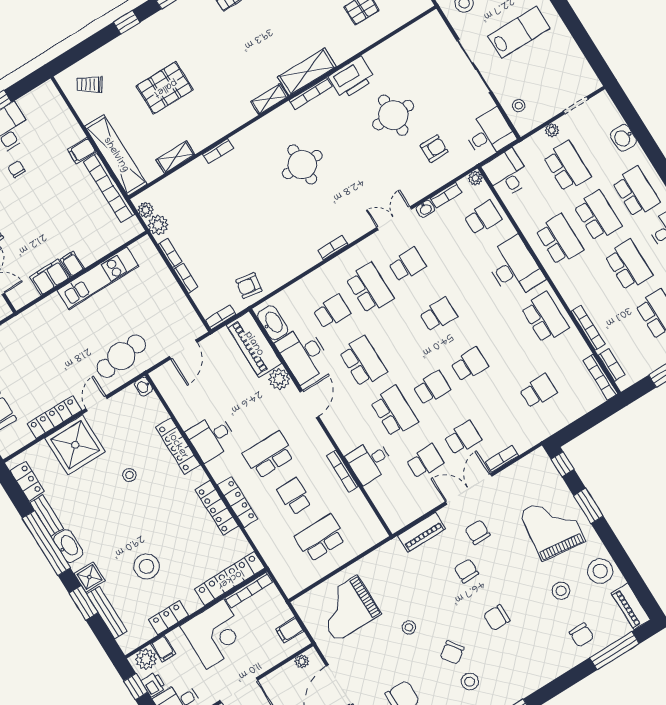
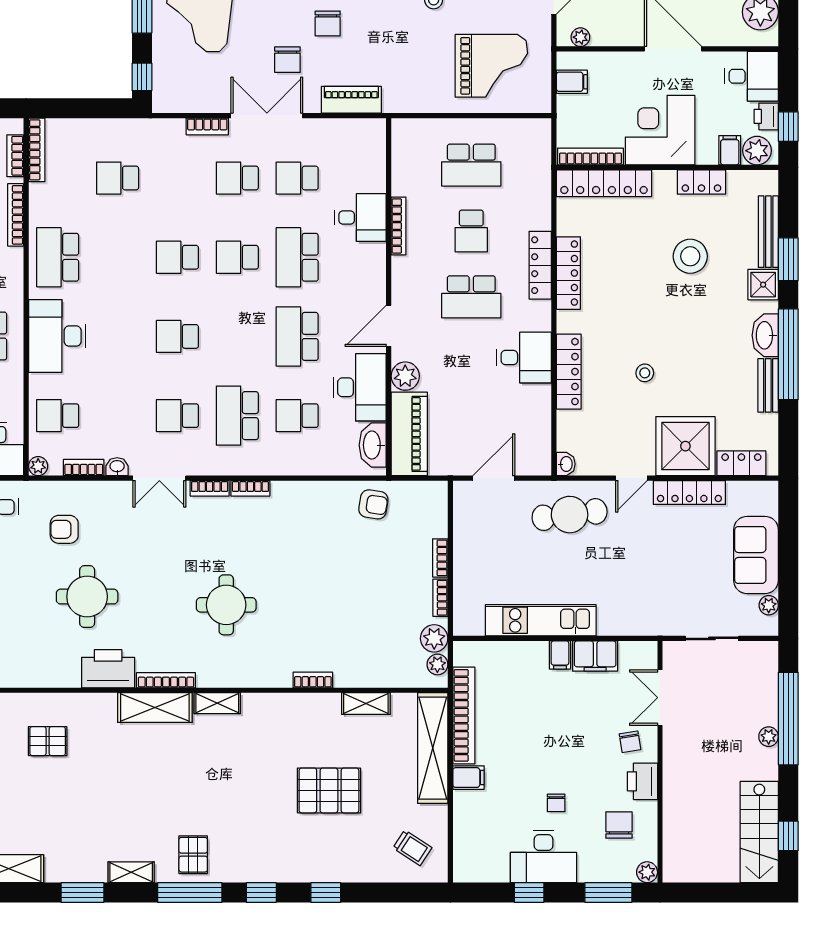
bookcase: (220, 317) -> (210, 488), moved
locker: (27, 481) -> (741, 463), moved, turned 90
double door: (469, 489) -> (267, 116), swing flipped

